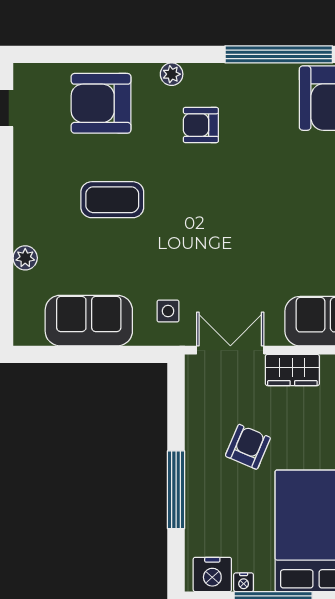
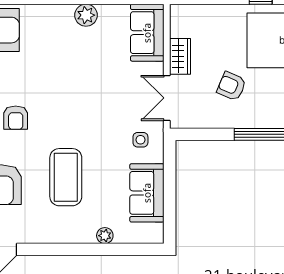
coffee table: (112, 200) -> (66, 177), width x1.36, depth x1.32

